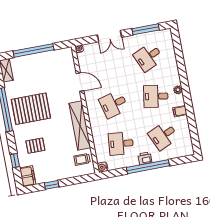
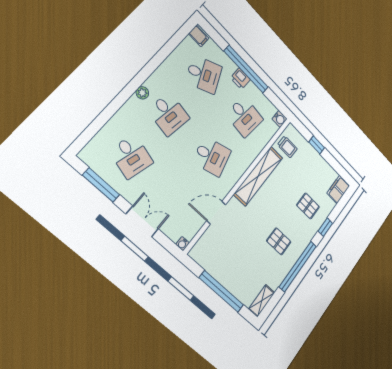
desk: (148, 57) -> (131, 156), turned 39
door: (80, 82) -> (216, 213), hinge flipped
pallet: (31, 109) -> (279, 241), width x0.49, depth x0.50
filing cabinet: (180, 111) -> (199, 36), moved
window: (15, 161) -> (325, 227), moved
window: (52, 185) -> (317, 145), moved

